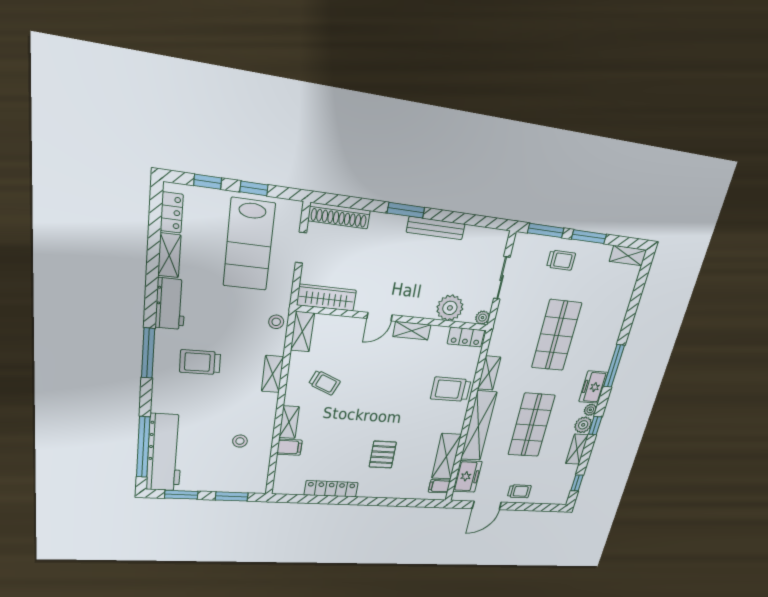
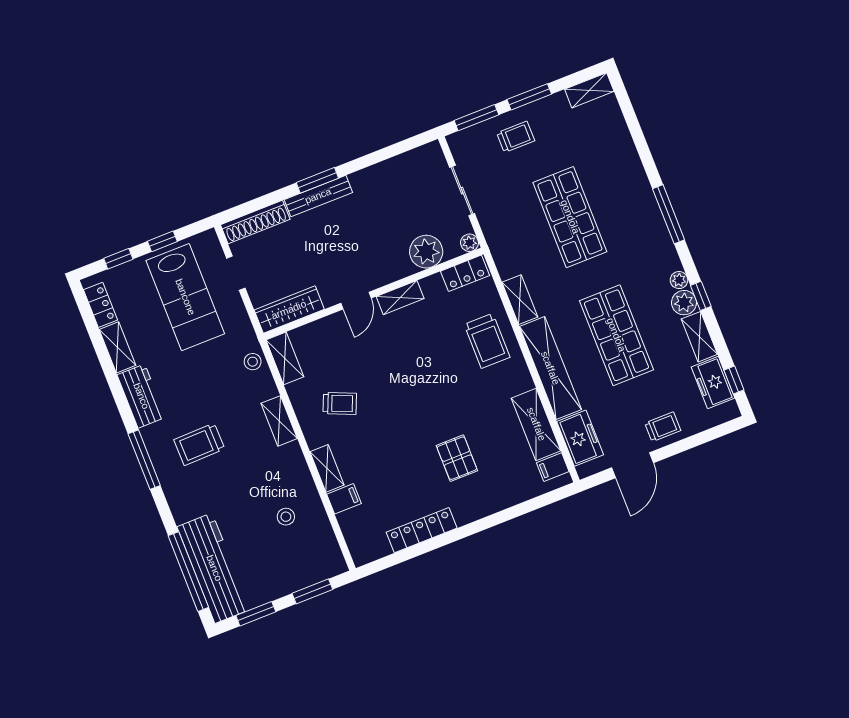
bench: (436, 228) -> (318, 196), moved
freezer: (593, 387) -> (713, 383), moved
trolley: (451, 389) -> (487, 341), turned -90

